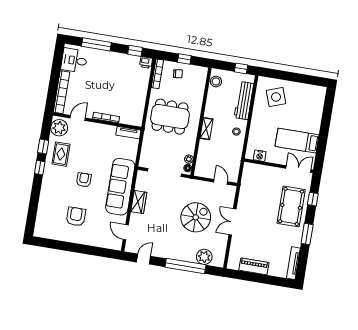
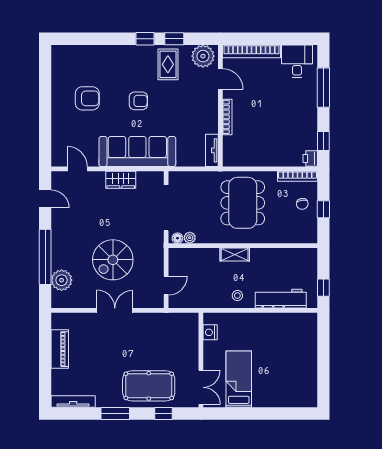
stool: (216, 81) -> (300, 257), removed
side table: (276, 97) -> (293, 341), removed
rug: (61, 154) -> (168, 64), turned 90
spiral stairs: (196, 217) -> (113, 260), turned 90
door: (126, 232) -> (77, 169), hinge flipped

